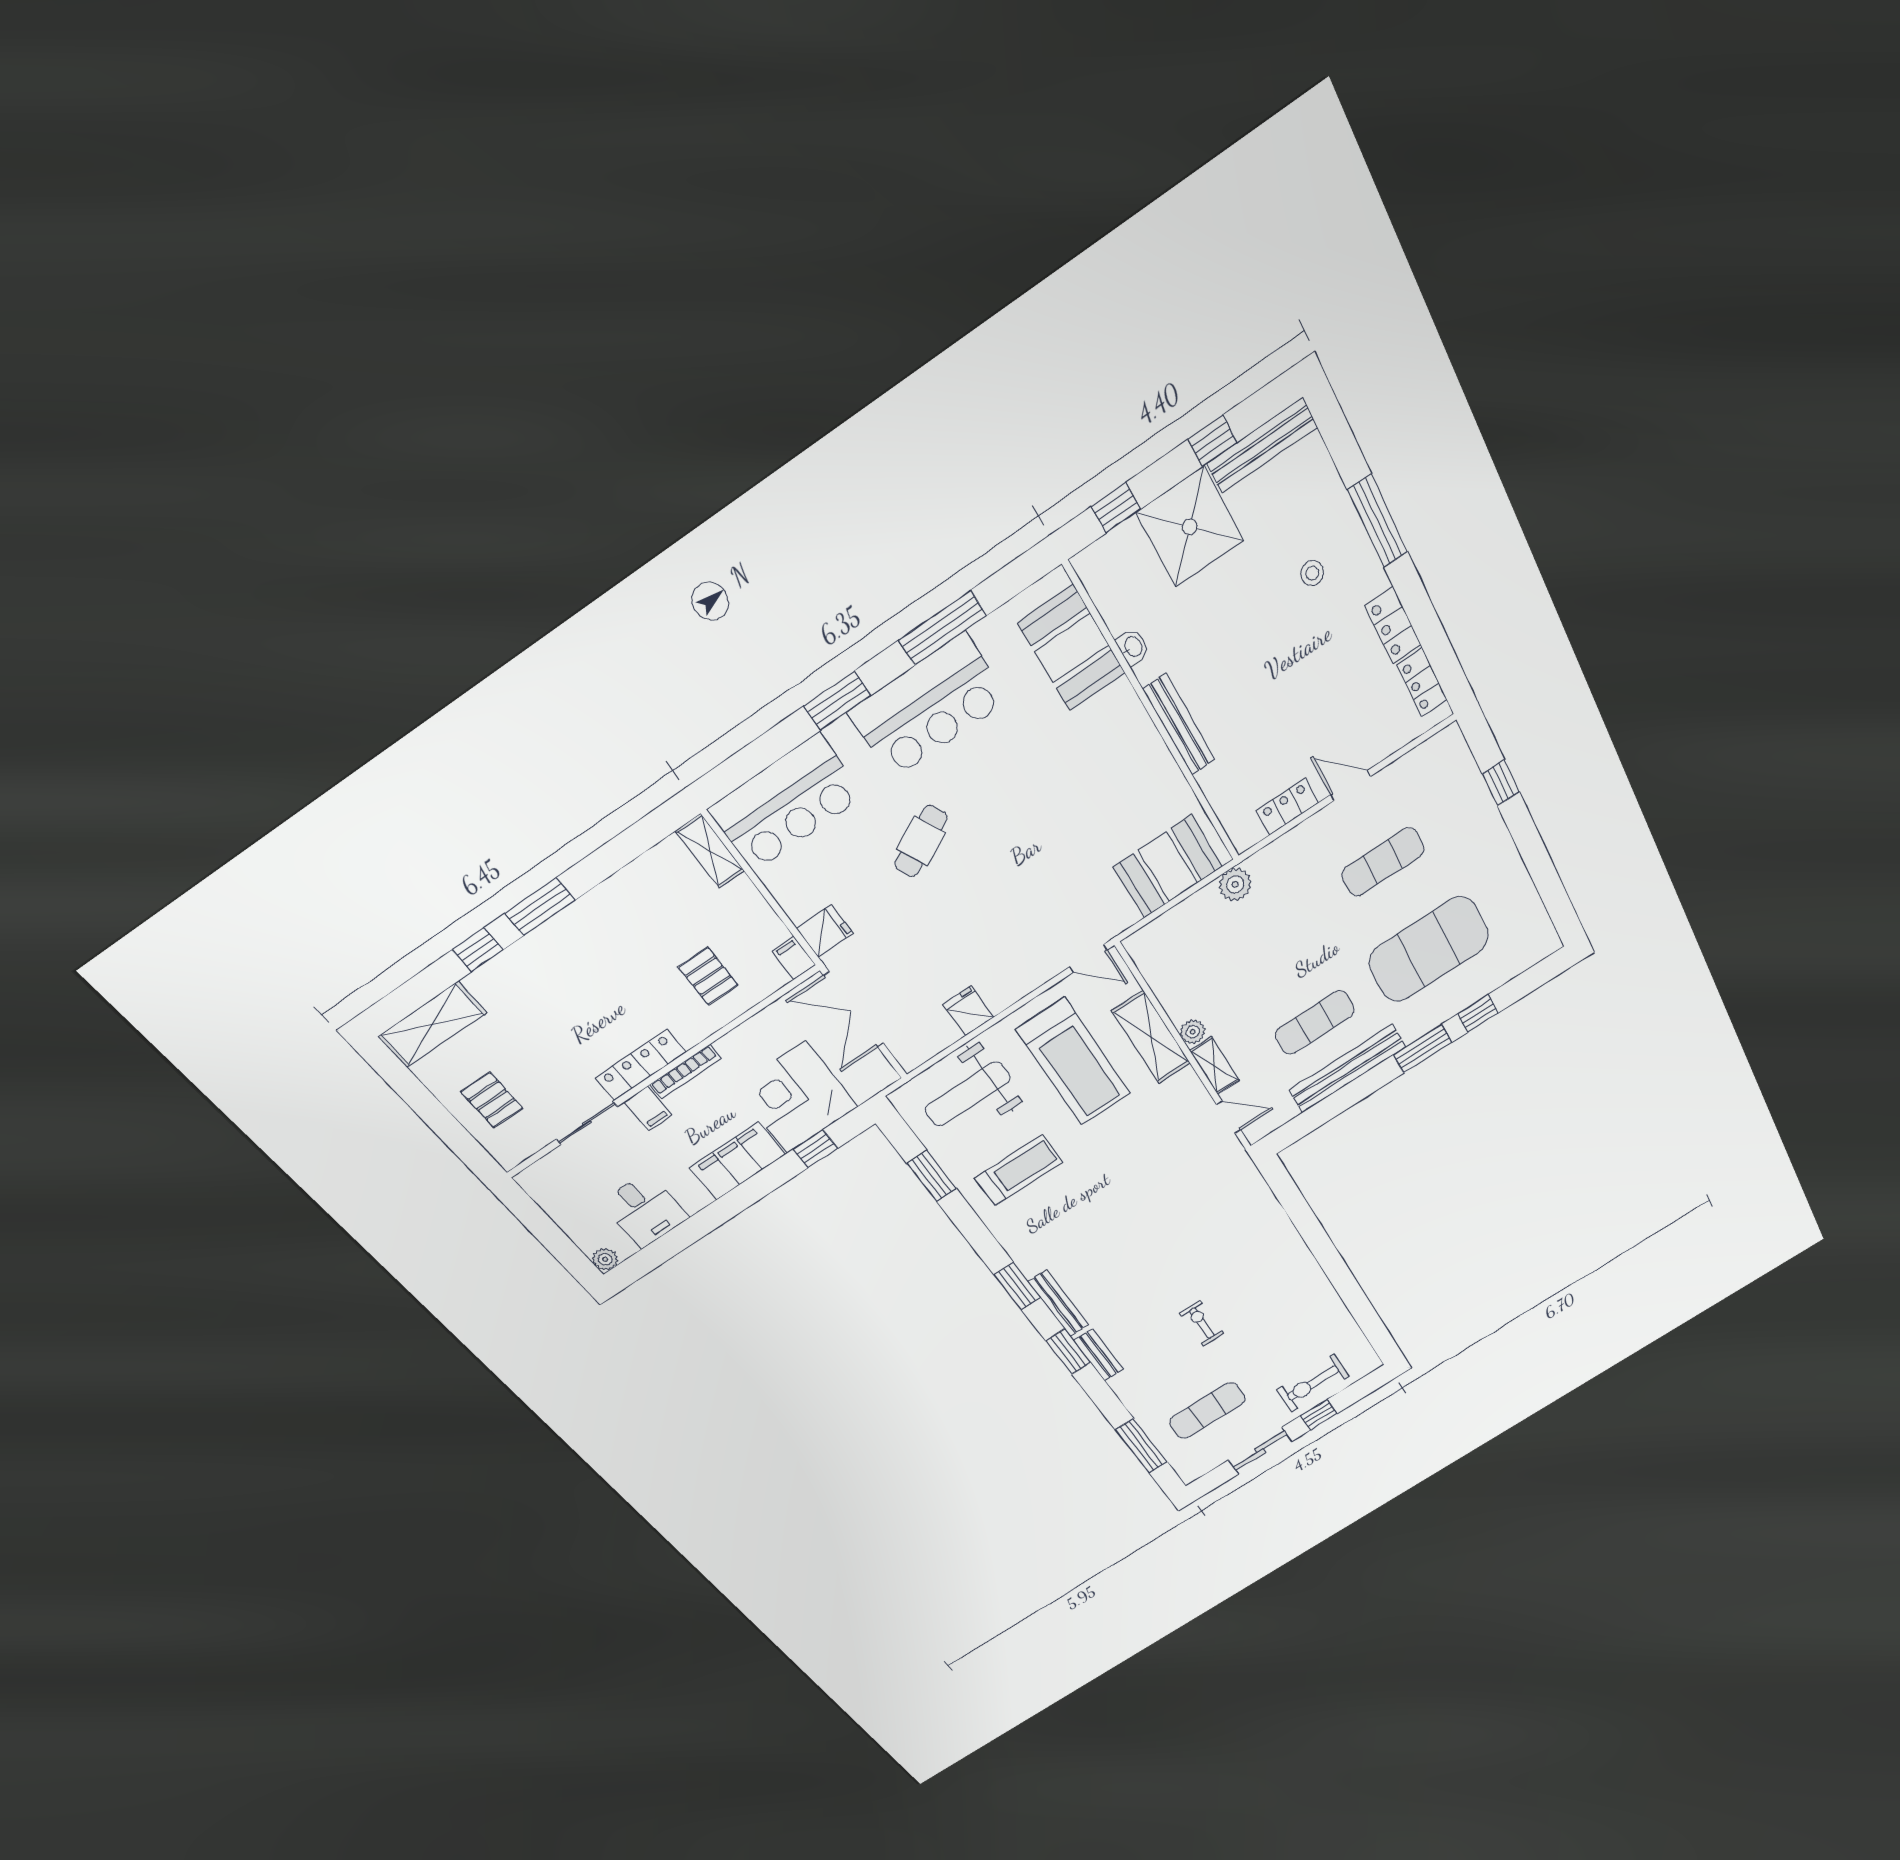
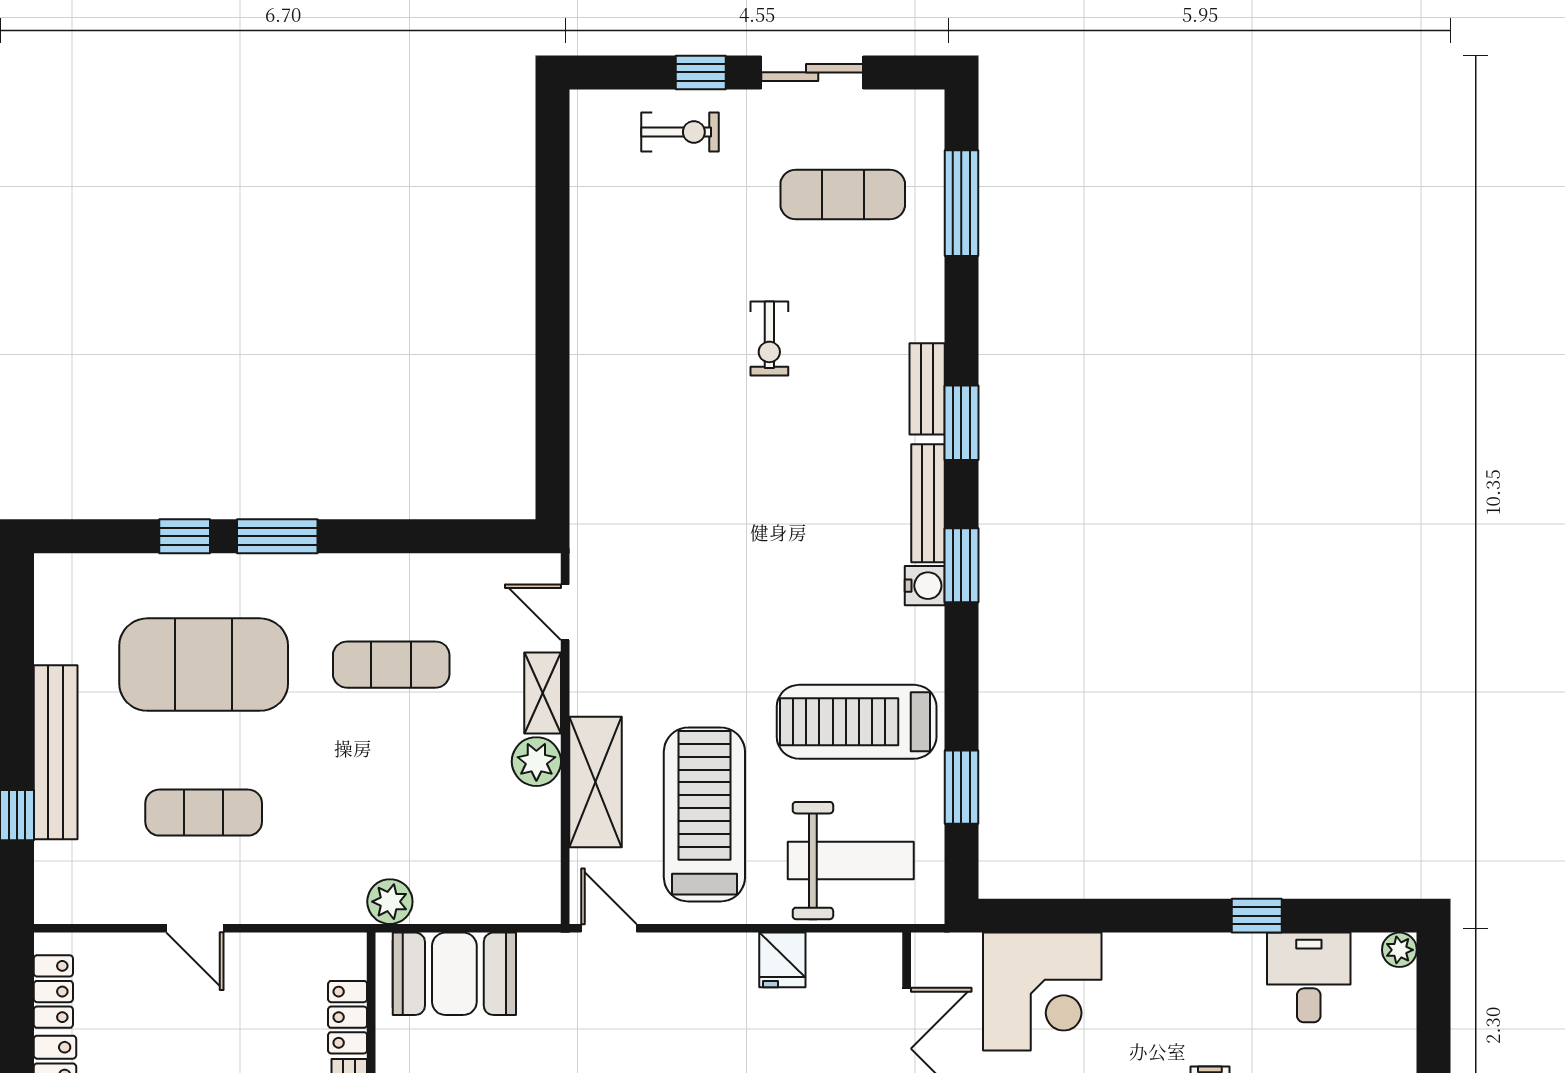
locker: (1287, 807) -> (348, 1017), moved, turned 90
plant: (1193, 1032) -> (536, 762), width x1.38, depth x1.38
bench: (1347, 1069) -> (56, 752), moved, turned 90
window: (815, 1149) -> (1257, 916), moved
filing cabinet: (737, 1161) -> (1163, 963), removed
treadmill: (1019, 1170) -> (857, 722), width x1.37, depth x1.38
water cooler: (1030, 1263) -> (925, 586), added
exercise bike: (1313, 1383) -> (680, 132), width x0.73, depth x0.72

